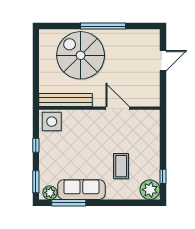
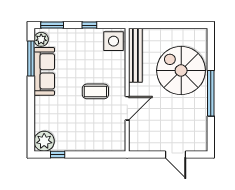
spiral stairs: (81, 55) -> (181, 70), turned -90
coffee table: (121, 166) -> (95, 91), moved

